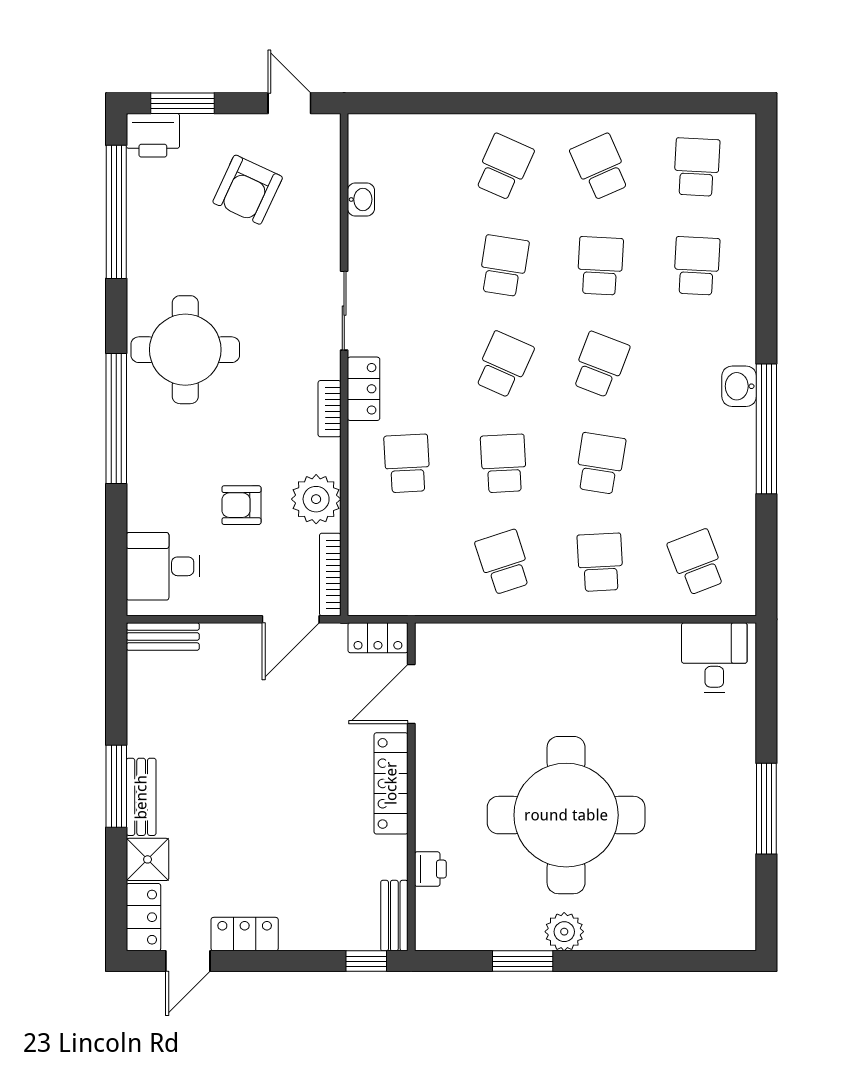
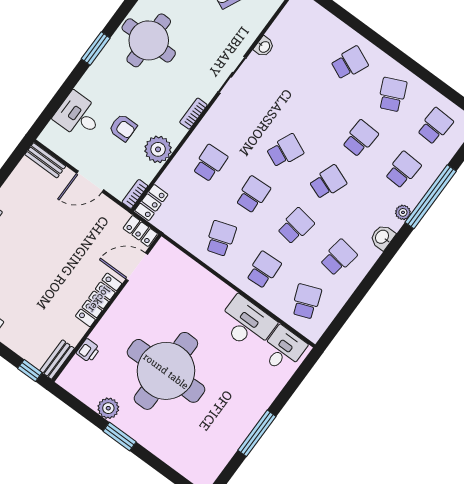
washbasin: (361, 199) -> (264, 47), moved
school desk: (504, 266) -> (339, 258), moved
plant: (743, 328) -> (403, 212), added
locker: (364, 389) -> (151, 203), moved
window: (116, 419) -> (96, 49), width x0.47
window: (766, 429) -> (431, 197), moved
armchair: (241, 505) -> (123, 128), turned 180
desk: (163, 566) -> (78, 116), moved
bookcase: (330, 574) -> (135, 194), width x0.64
door: (291, 619) -> (90, 181), moved
desk: (633, 659) -> (247, 323), added
plant: (564, 932) -> (108, 408), moved
window: (523, 961) -> (120, 437), moved

